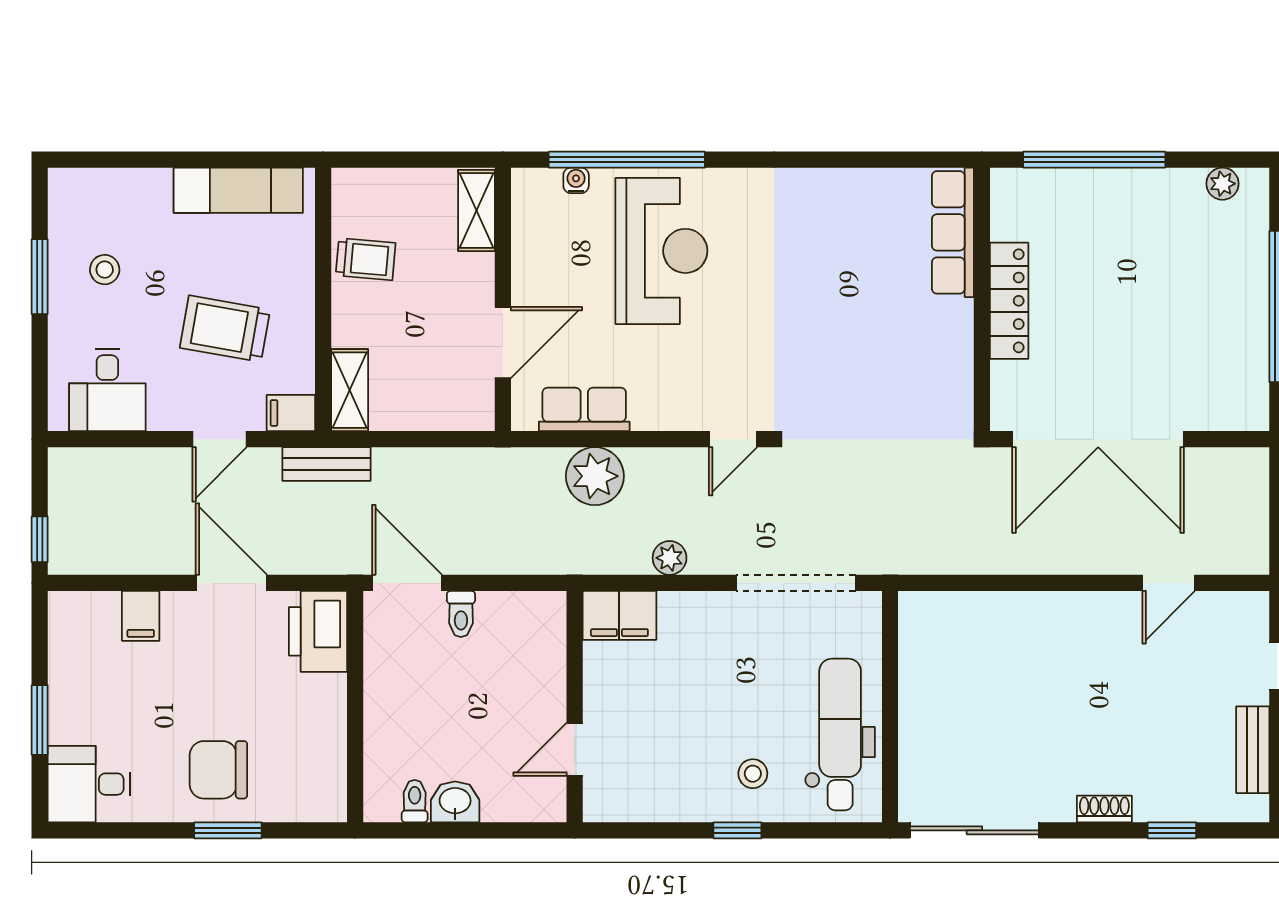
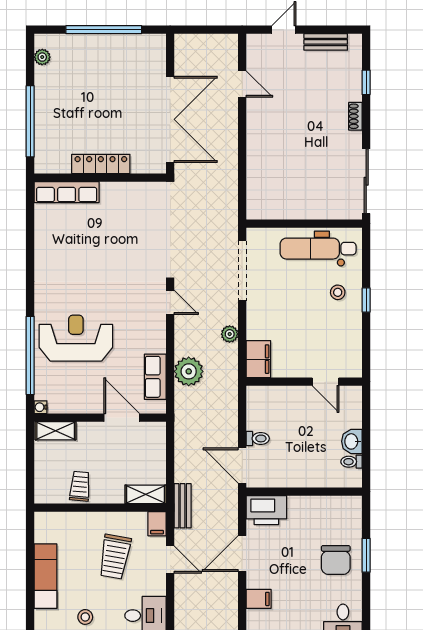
water cooler: (576, 180) -> (41, 407), moved
exam couch: (238, 190) -> (45, 576), moved
door: (407, 583) -> (242, 465), hinge flipped

